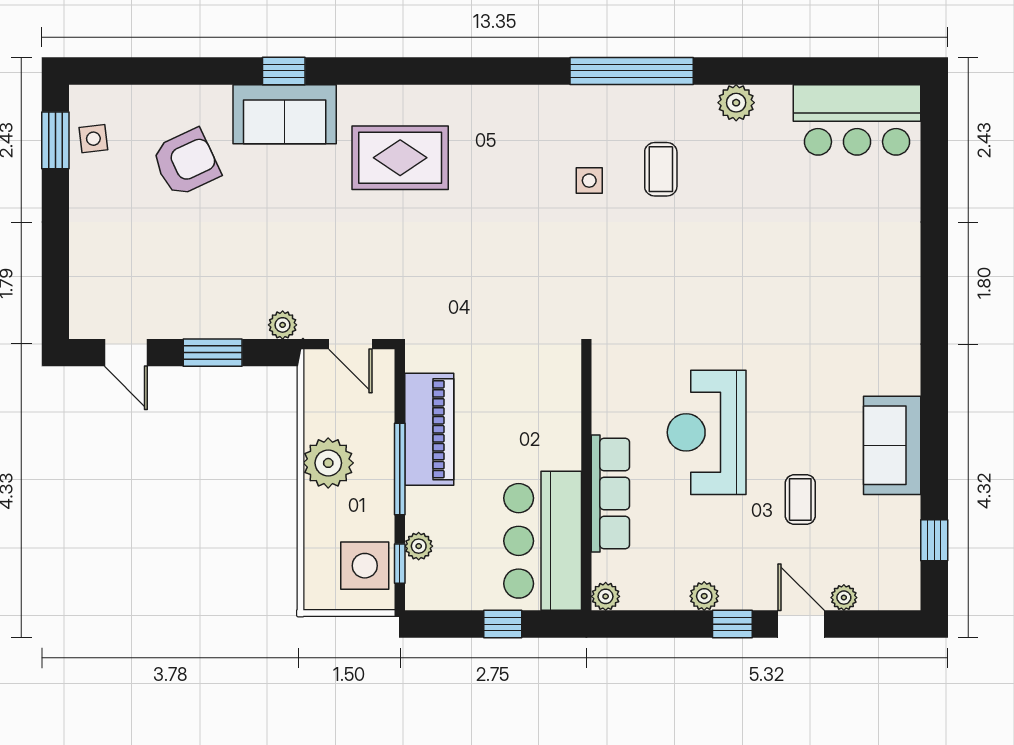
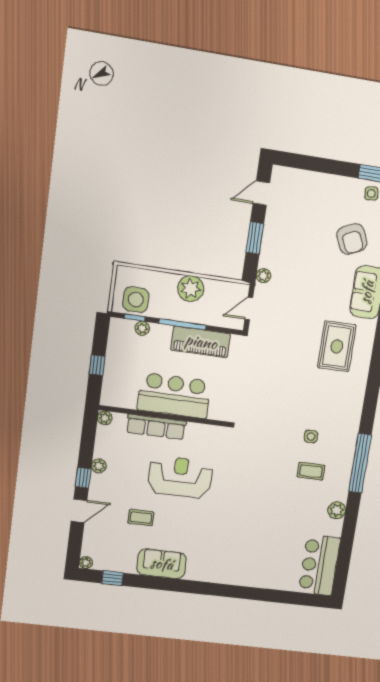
bar counter: (543, 541) -> (174, 396), moved
plant: (844, 598) -> (86, 563), moved

